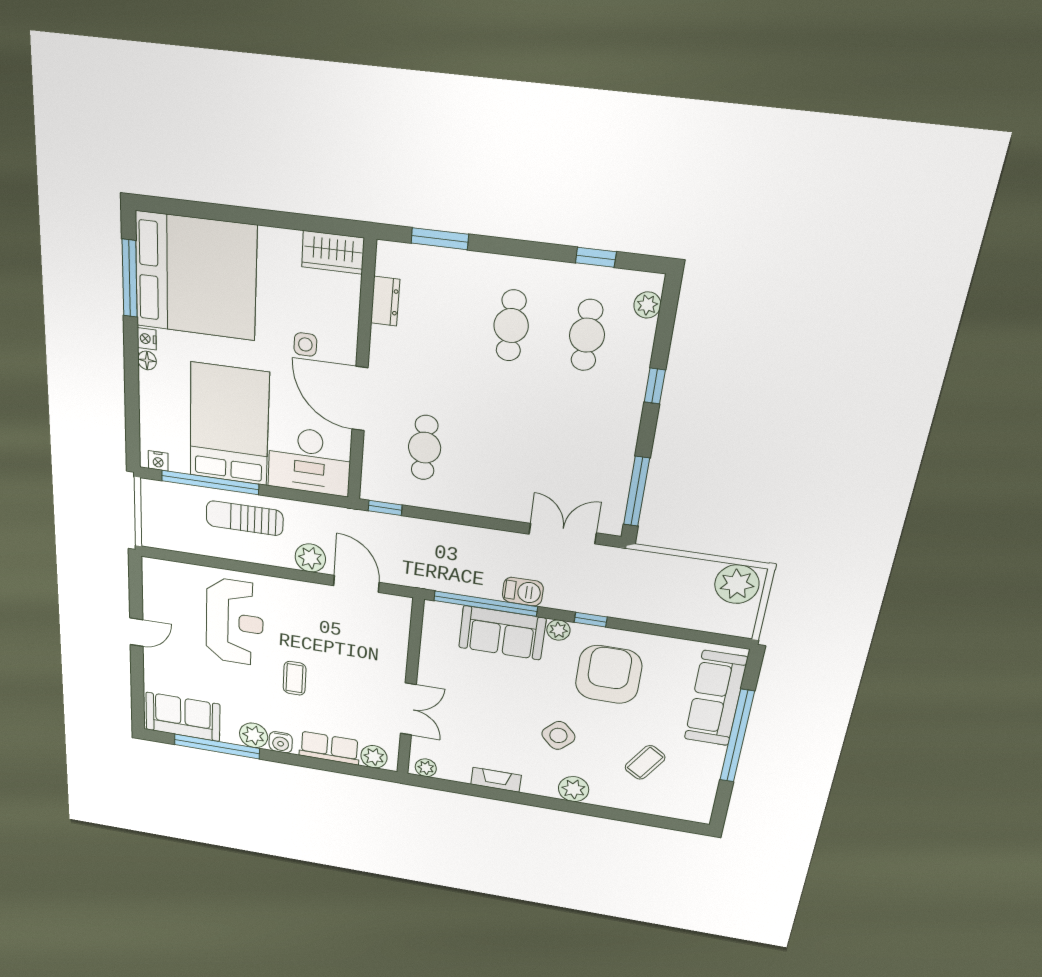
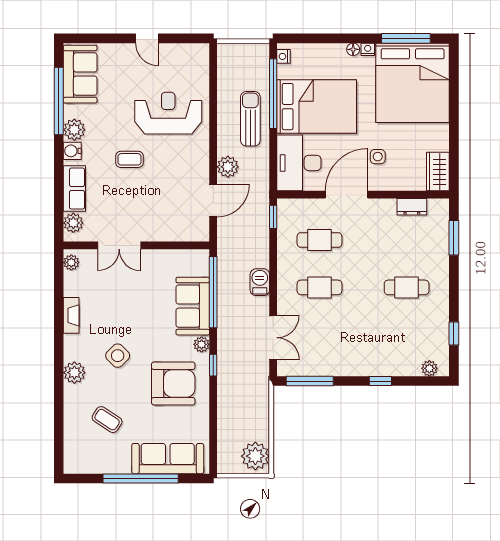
cafe table: (587, 335) -> (320, 287), moved
barbecue: (523, 592) -> (260, 282), moved, turned 180
reception desk: (235, 622) -> (168, 113), turned 180

